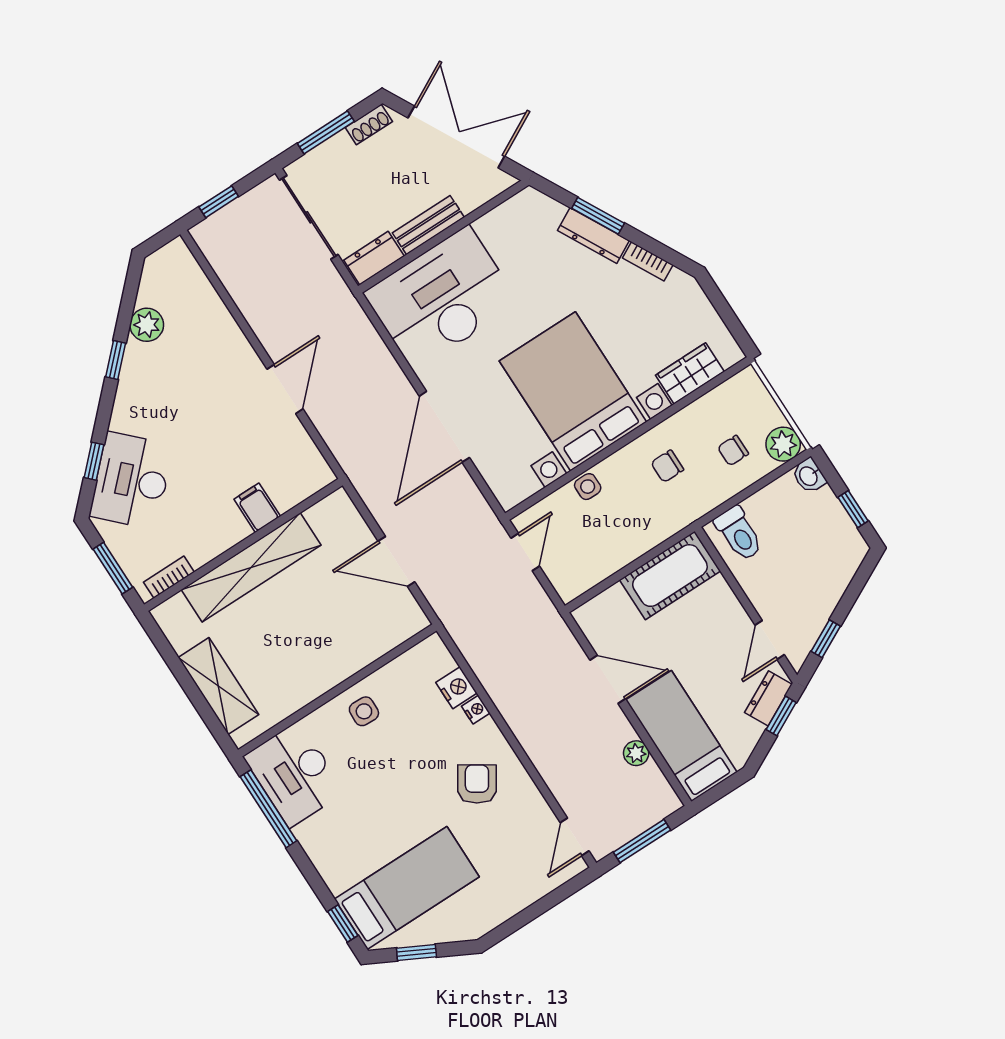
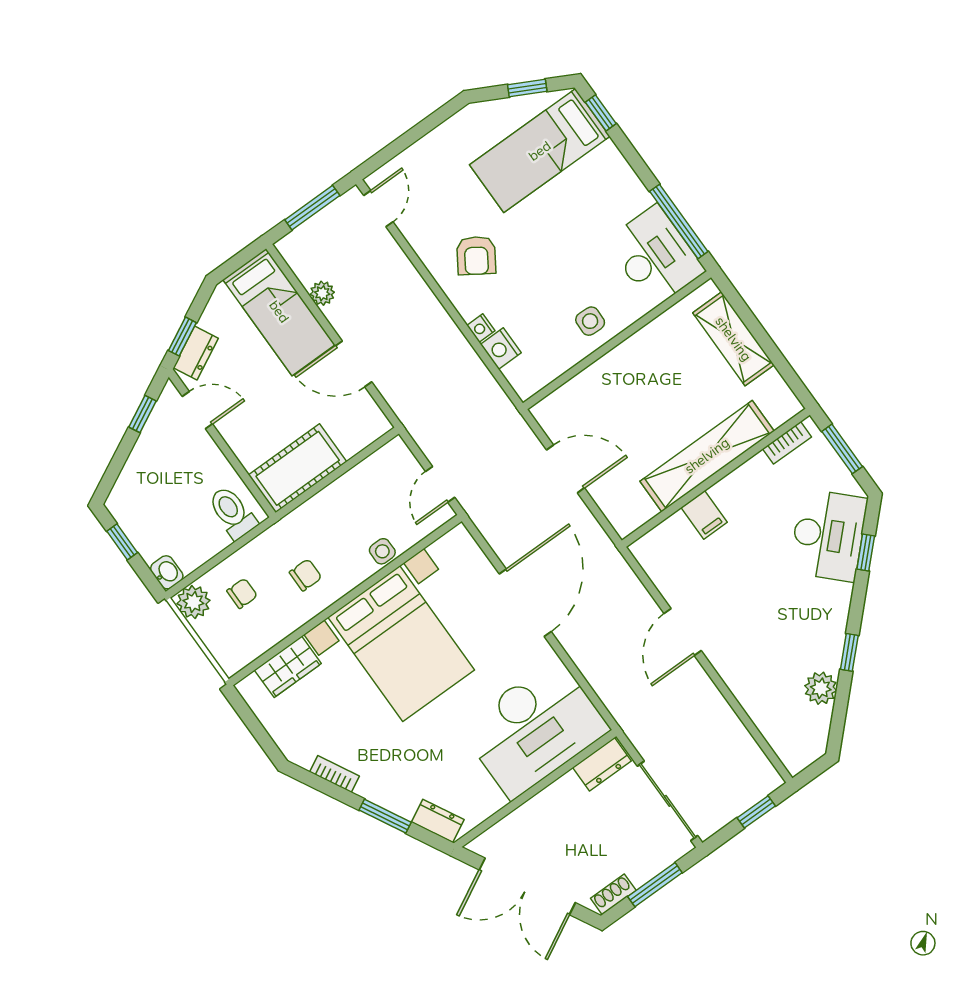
bench: (428, 225) -> (550, 799), removed
dresser: (593, 236) -> (438, 821), moved, width x0.70
door: (770, 640) -> (197, 410), hinge flipped

